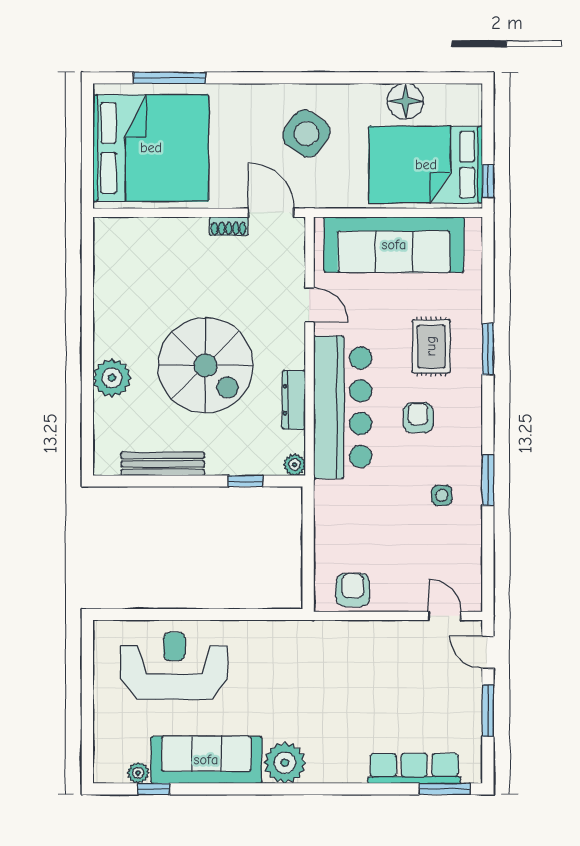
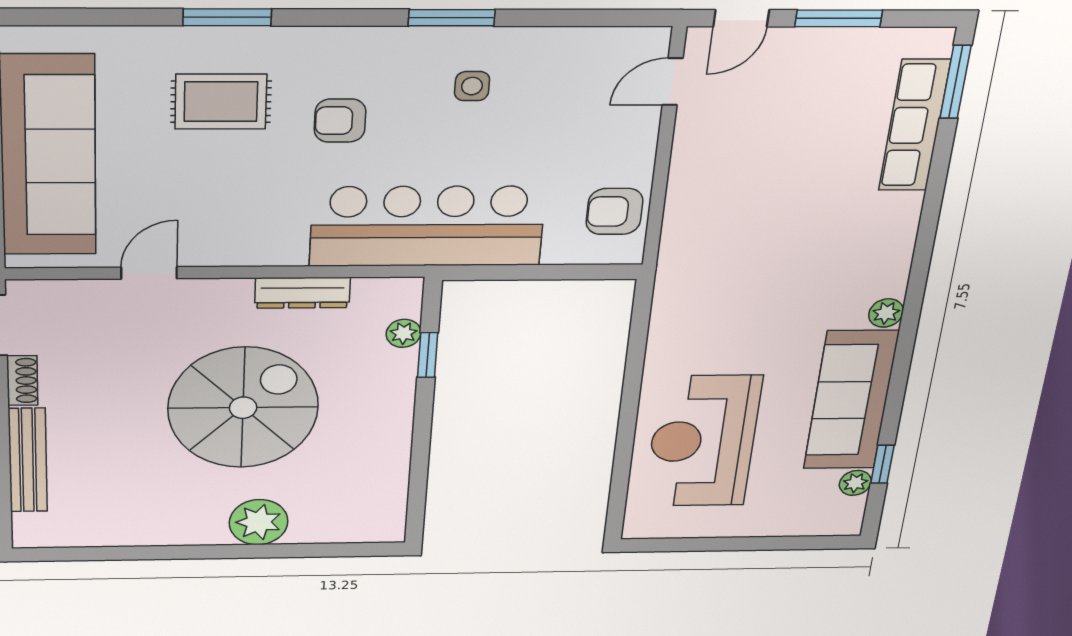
bar counter: (343, 407) -> (427, 226), moved
bench: (163, 464) -> (28, 460), moved
plant: (295, 465) -> (403, 333), moved
plant: (285, 763) -> (886, 313), width x0.53, depth x0.53

